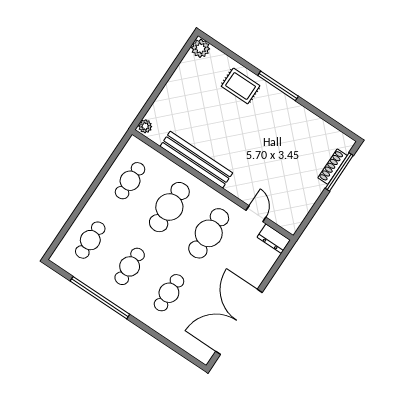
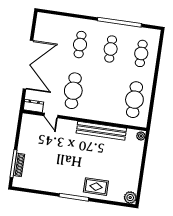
cafe table: (130, 181) -> (134, 100), width x1.37, depth x1.35
cafe table: (169, 207) -> (104, 95), removed
double door: (239, 322) -> (28, 65), moved

